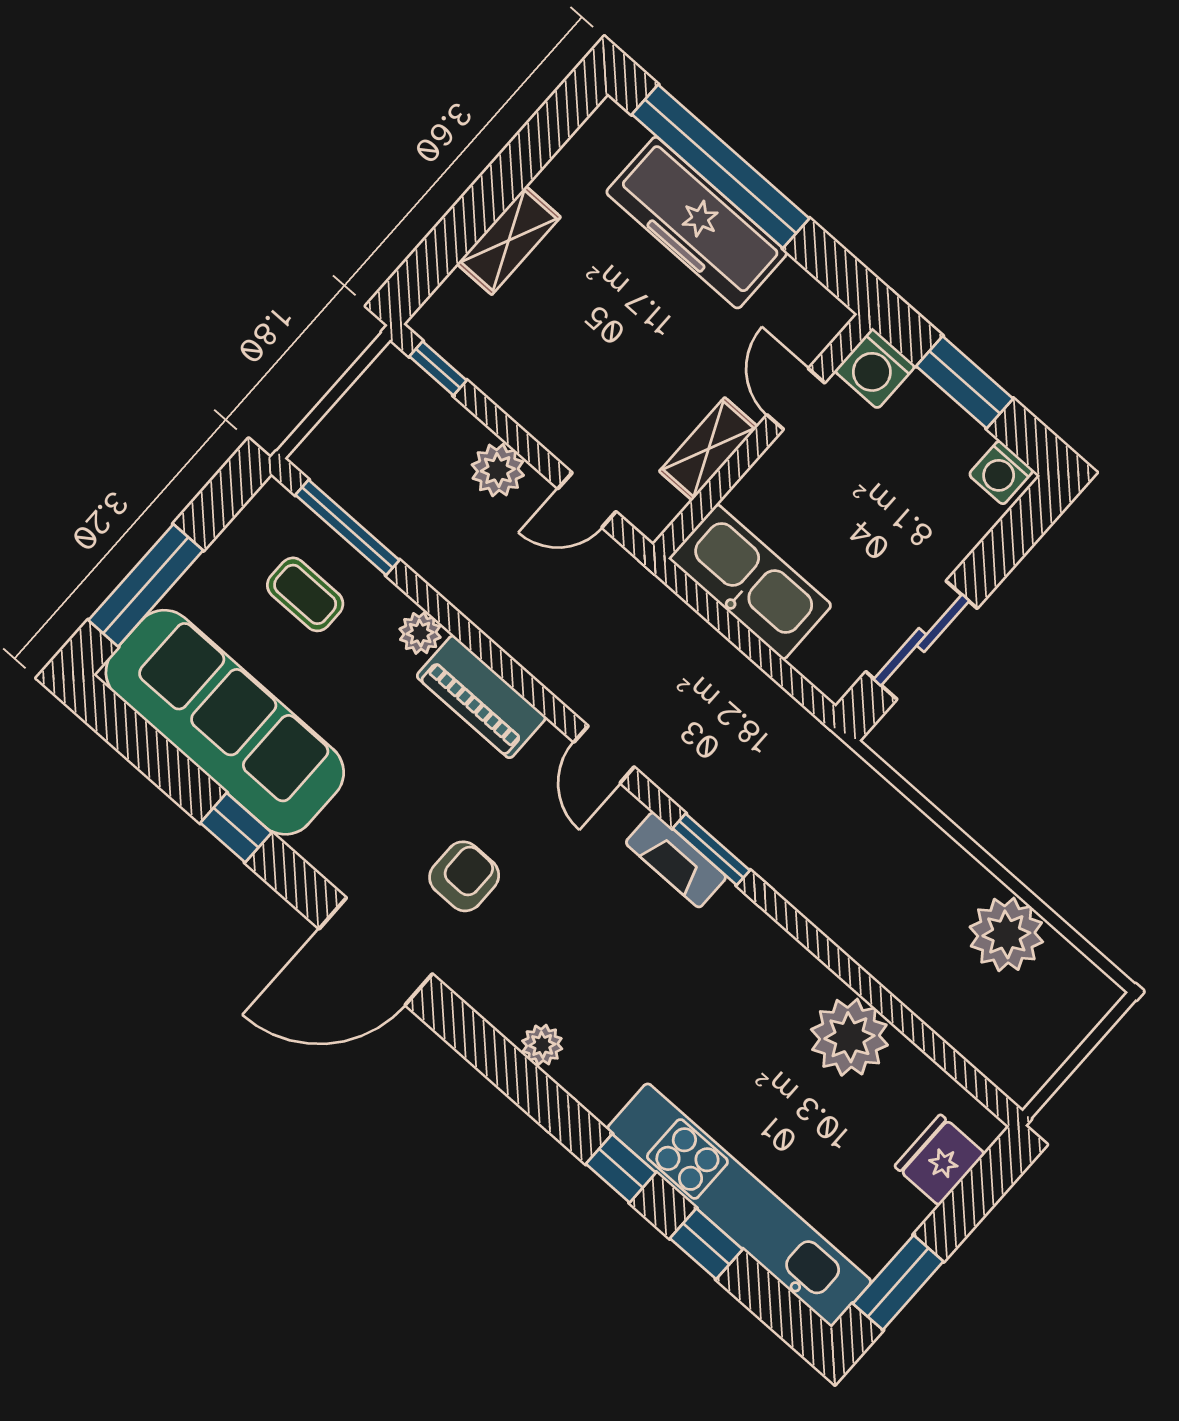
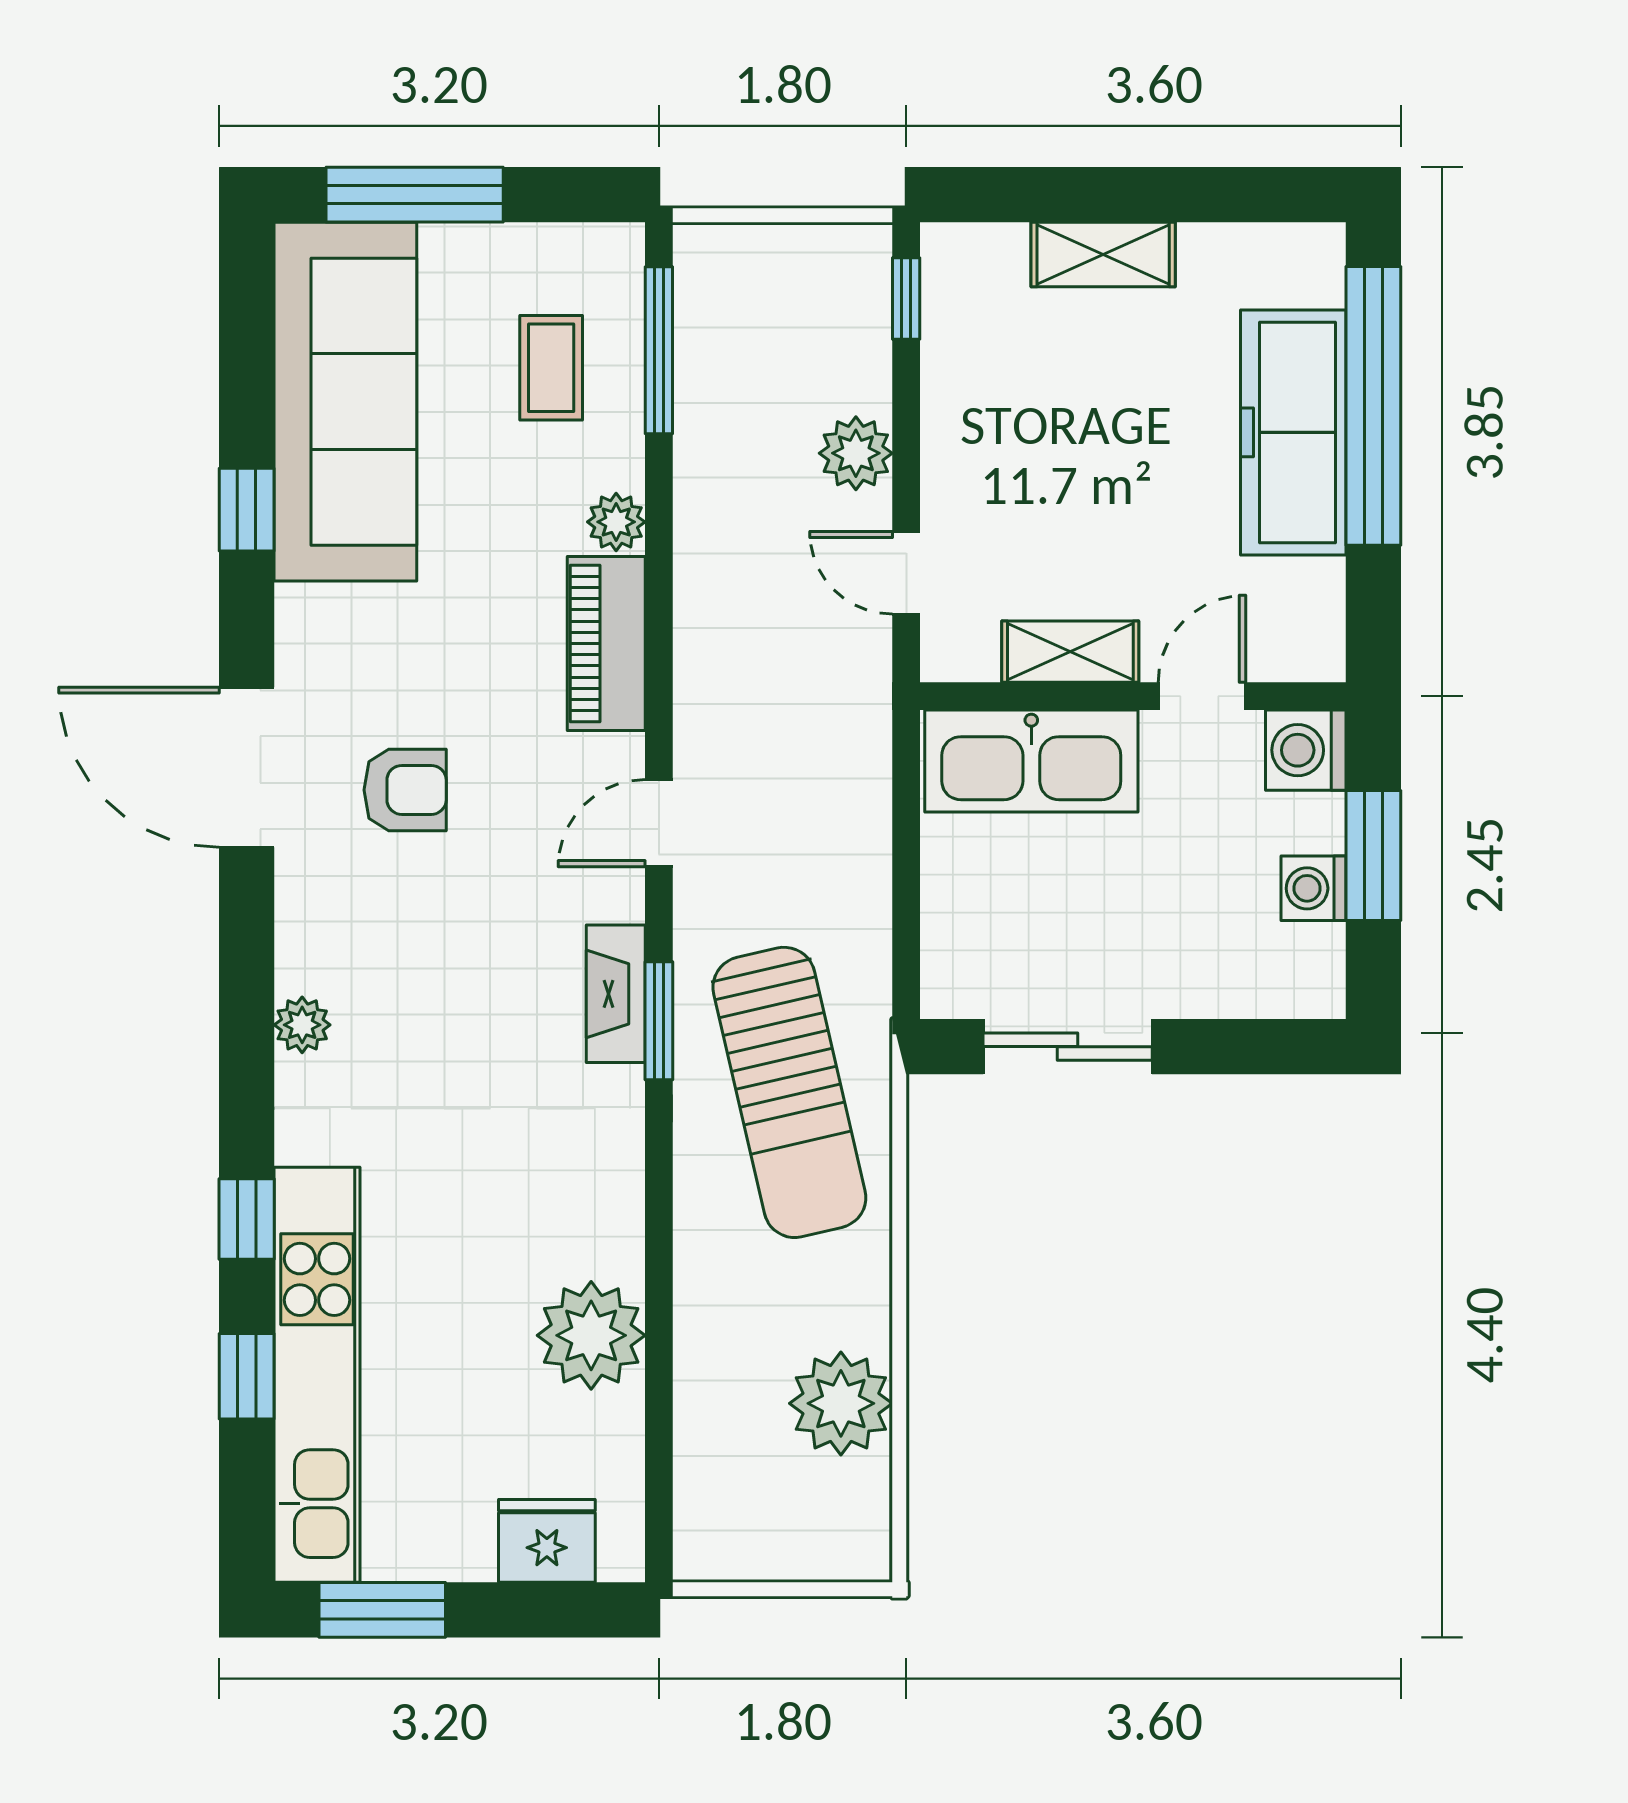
washing machine: (1001, 473) -> (1313, 888), moved
kitchen sink: (750, 582) -> (1031, 761), moved, turned 90
sun lounger: (813, 813) -> (789, 1092), added

